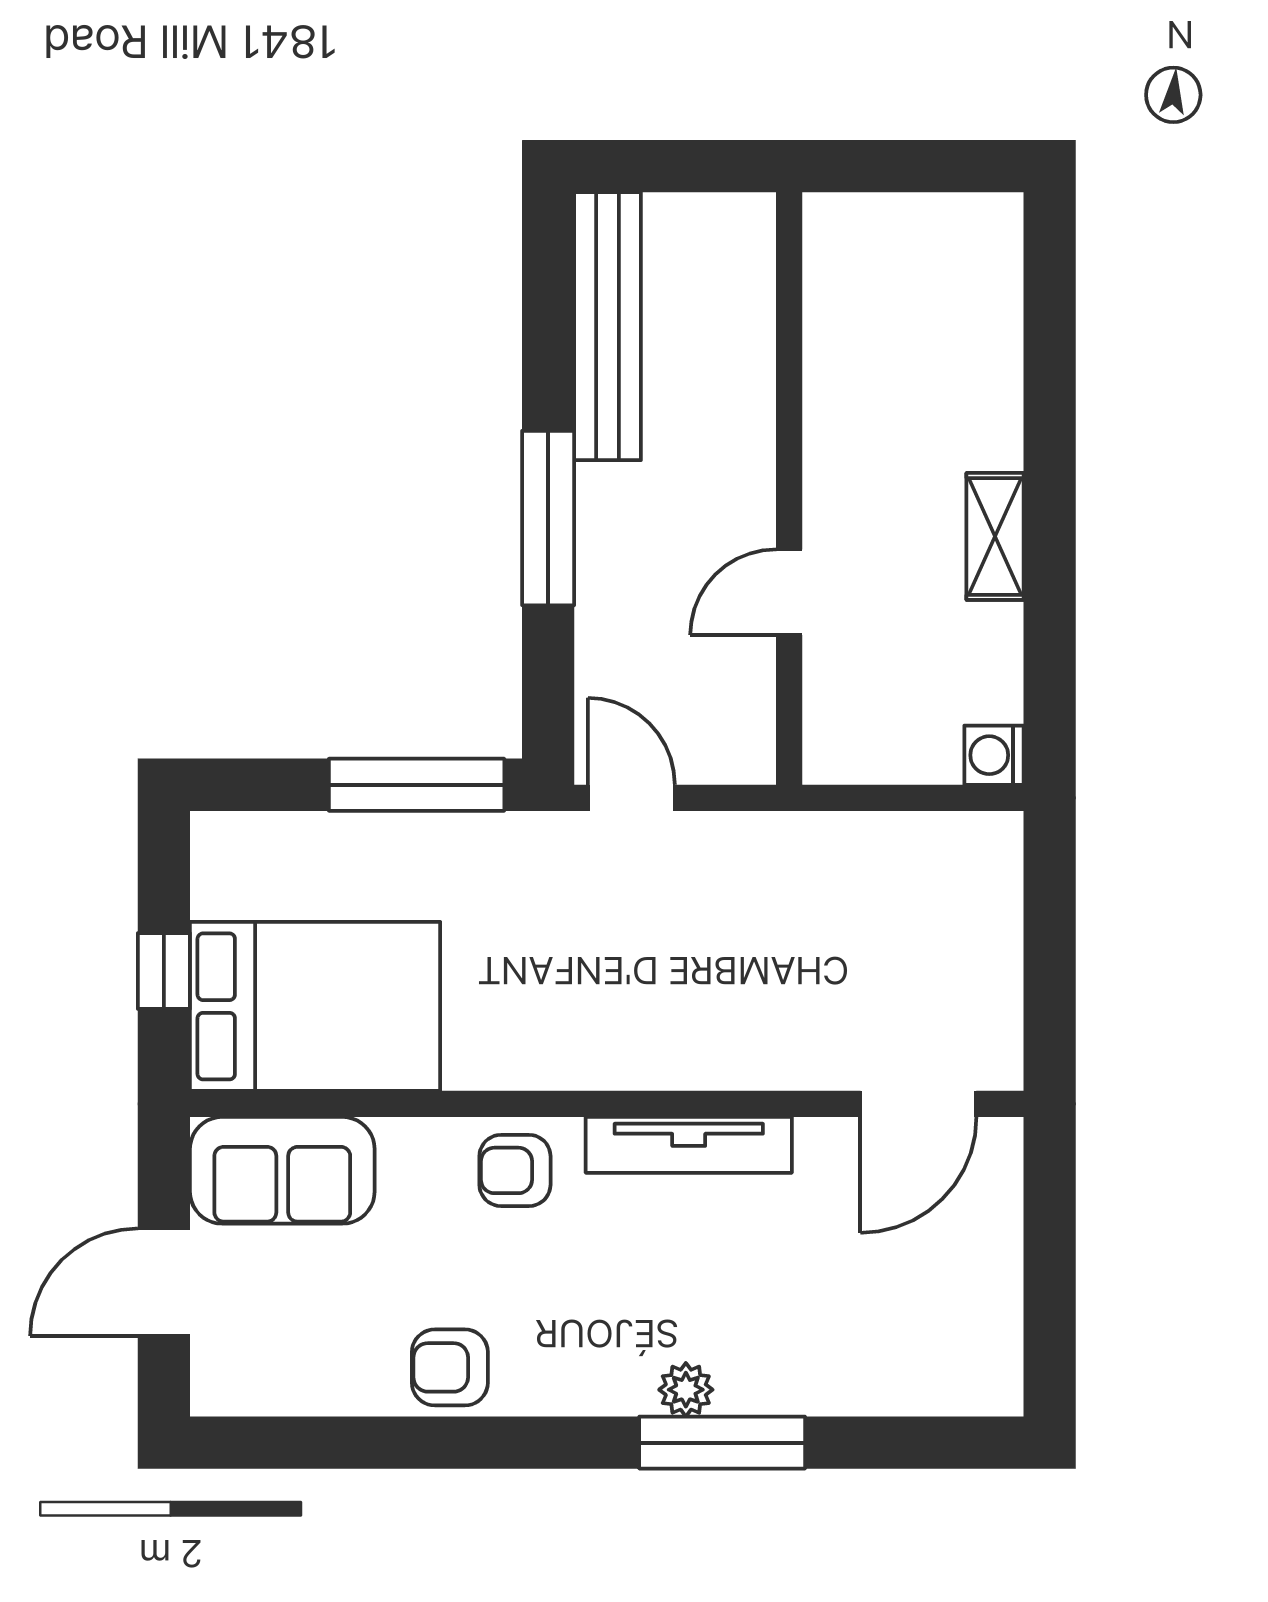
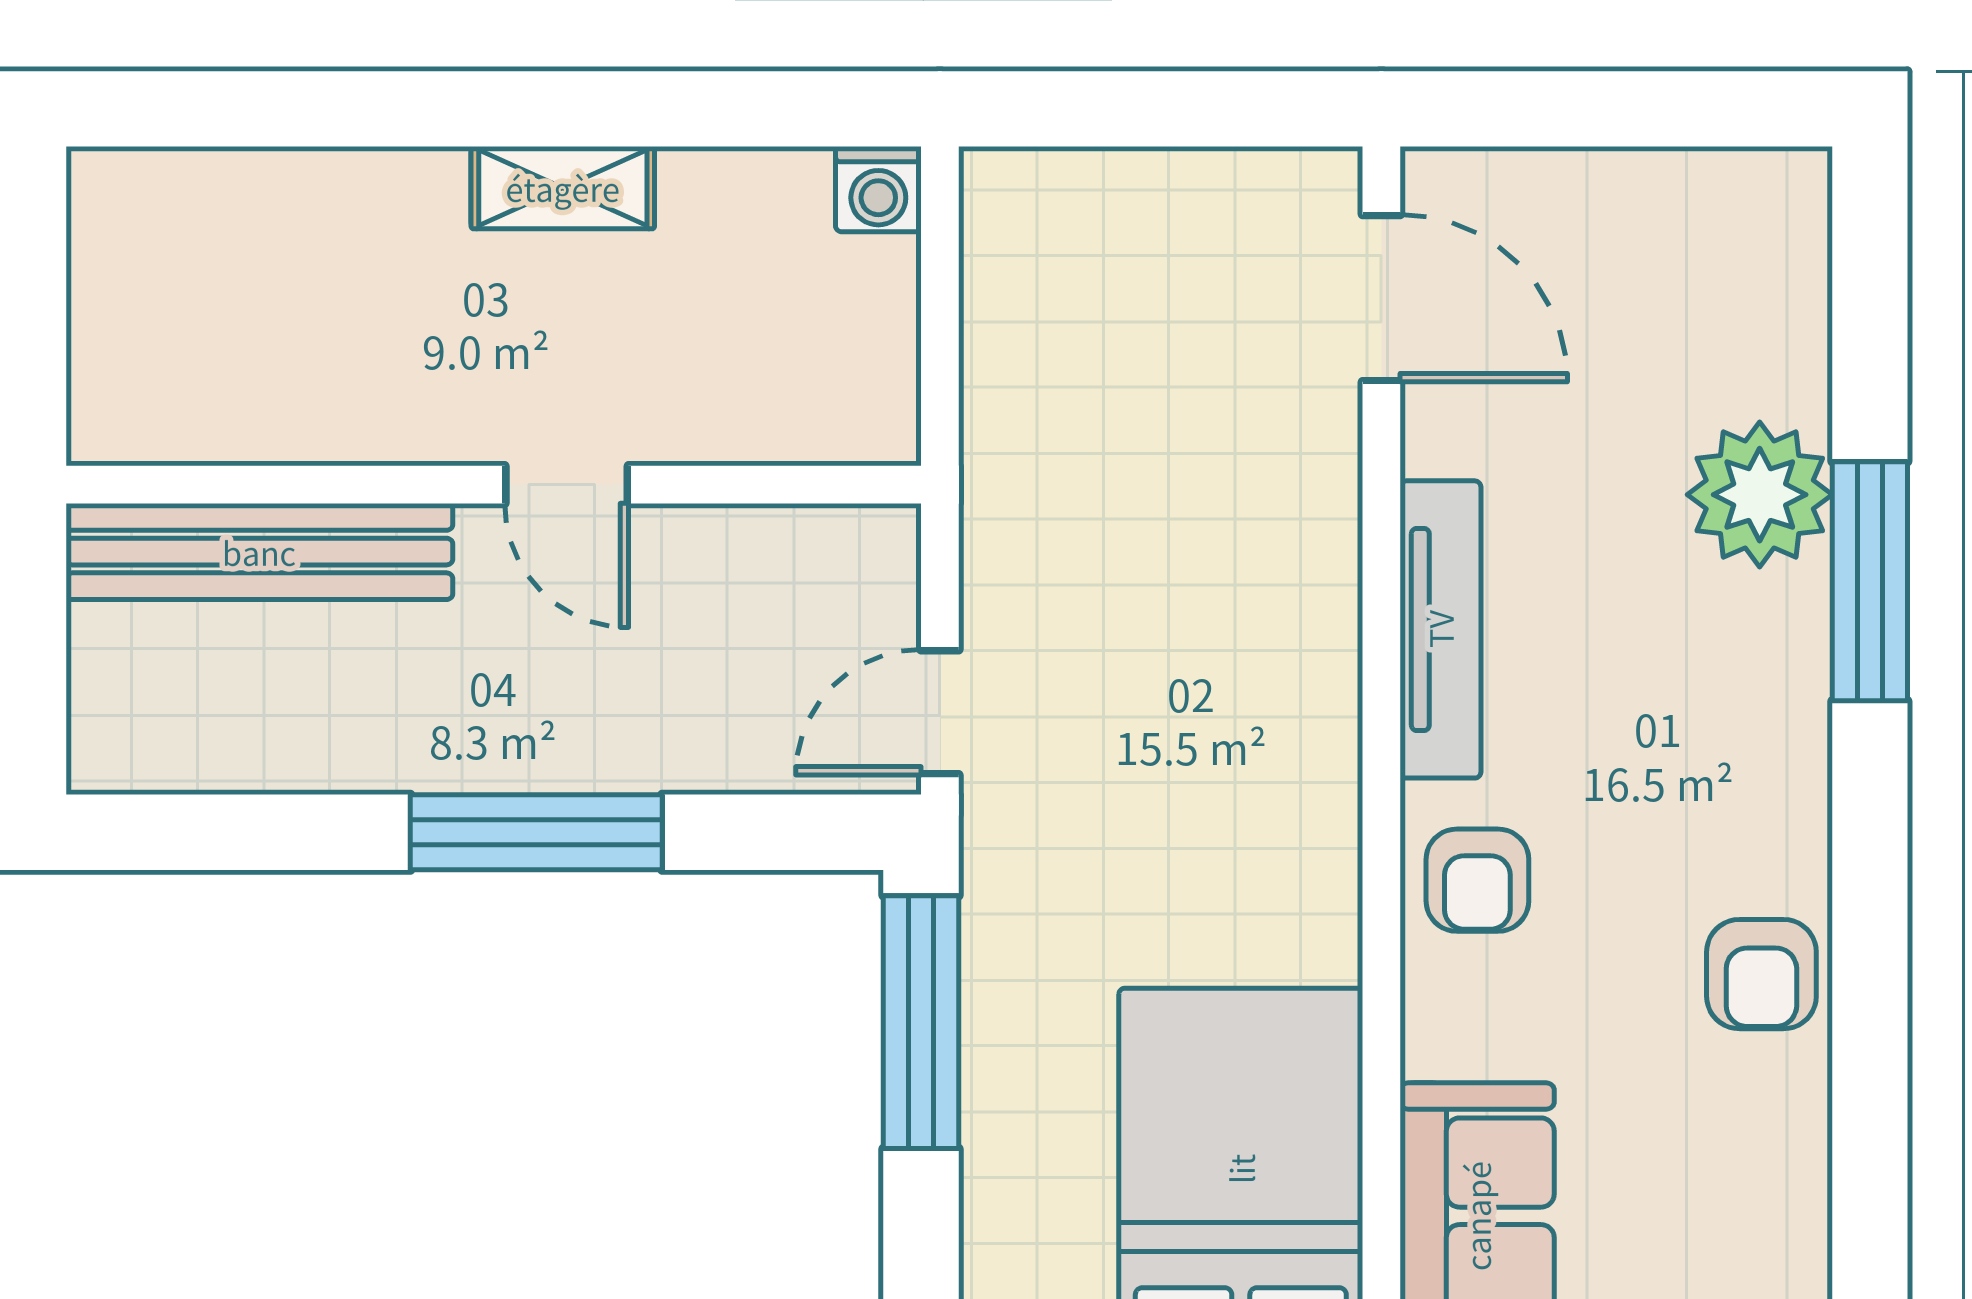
bench: (608, 326) -> (259, 552), moved
door: (789, 592) -> (567, 485), moved
plant: (686, 1390) -> (1760, 495), moved, width x1.88, depth x1.88

